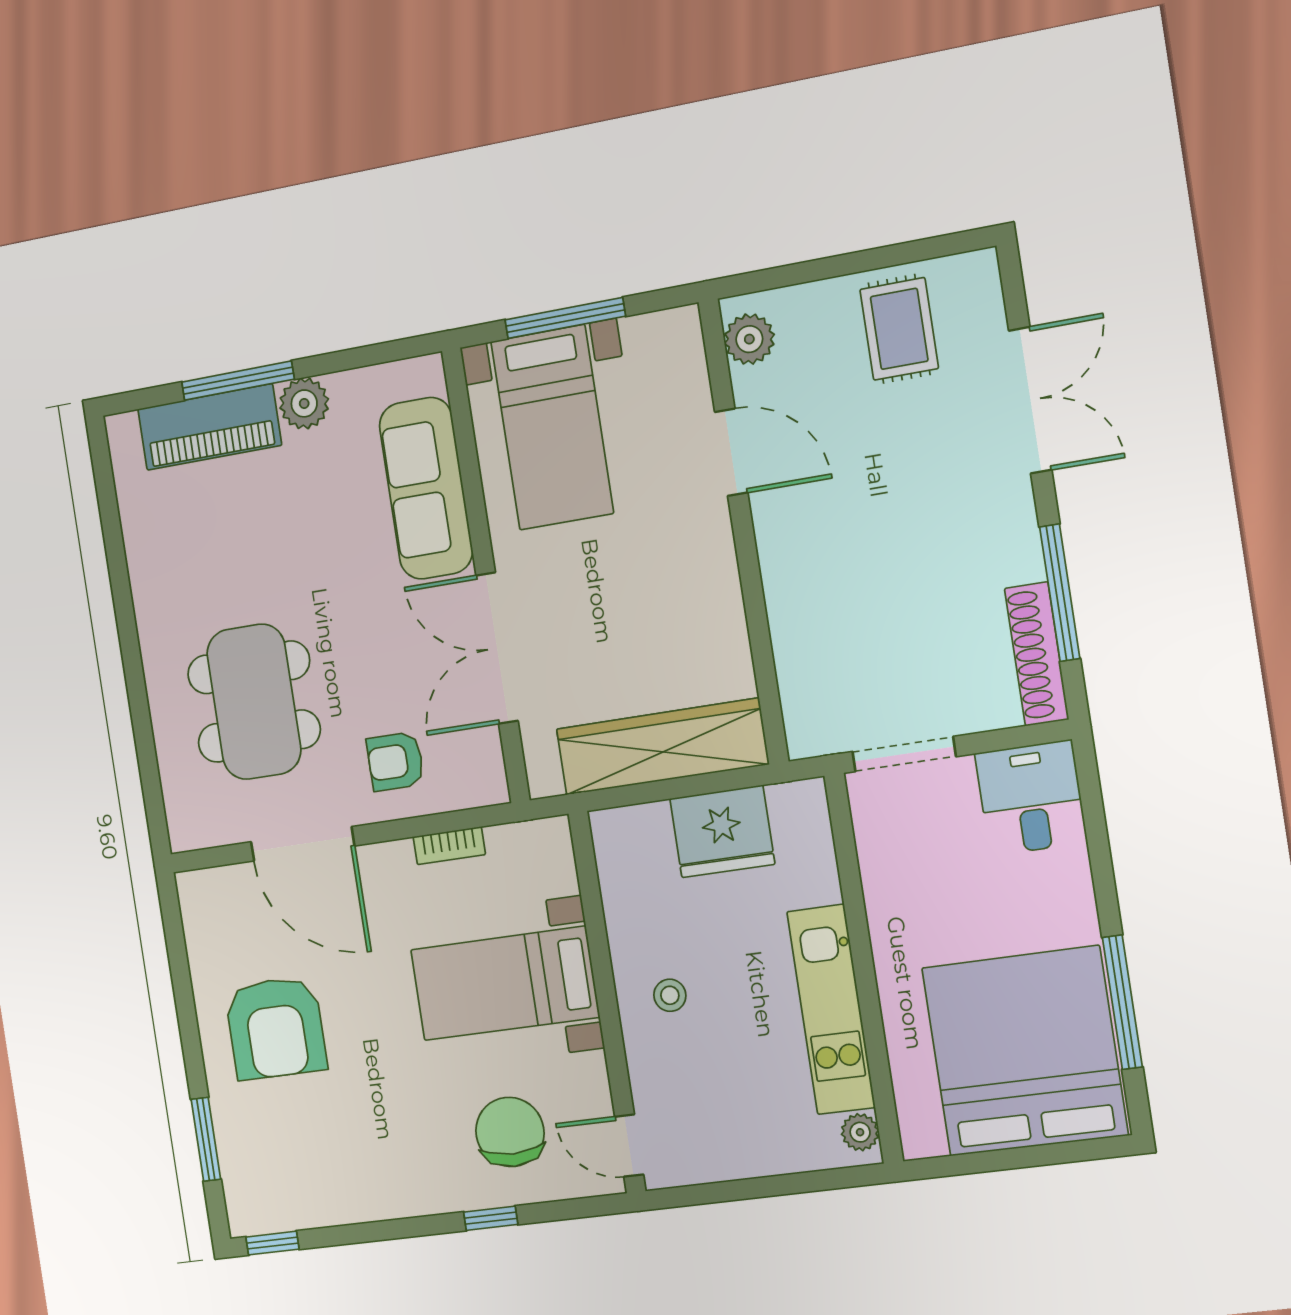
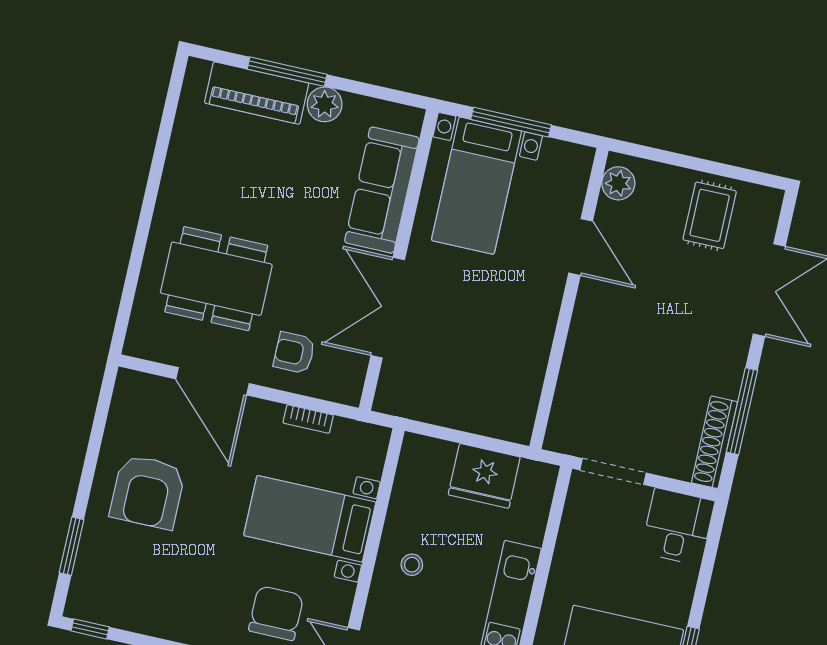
dining table: (254, 702) -> (216, 279), turned 90
wardrobe: (662, 747) -> (467, 410), removed

